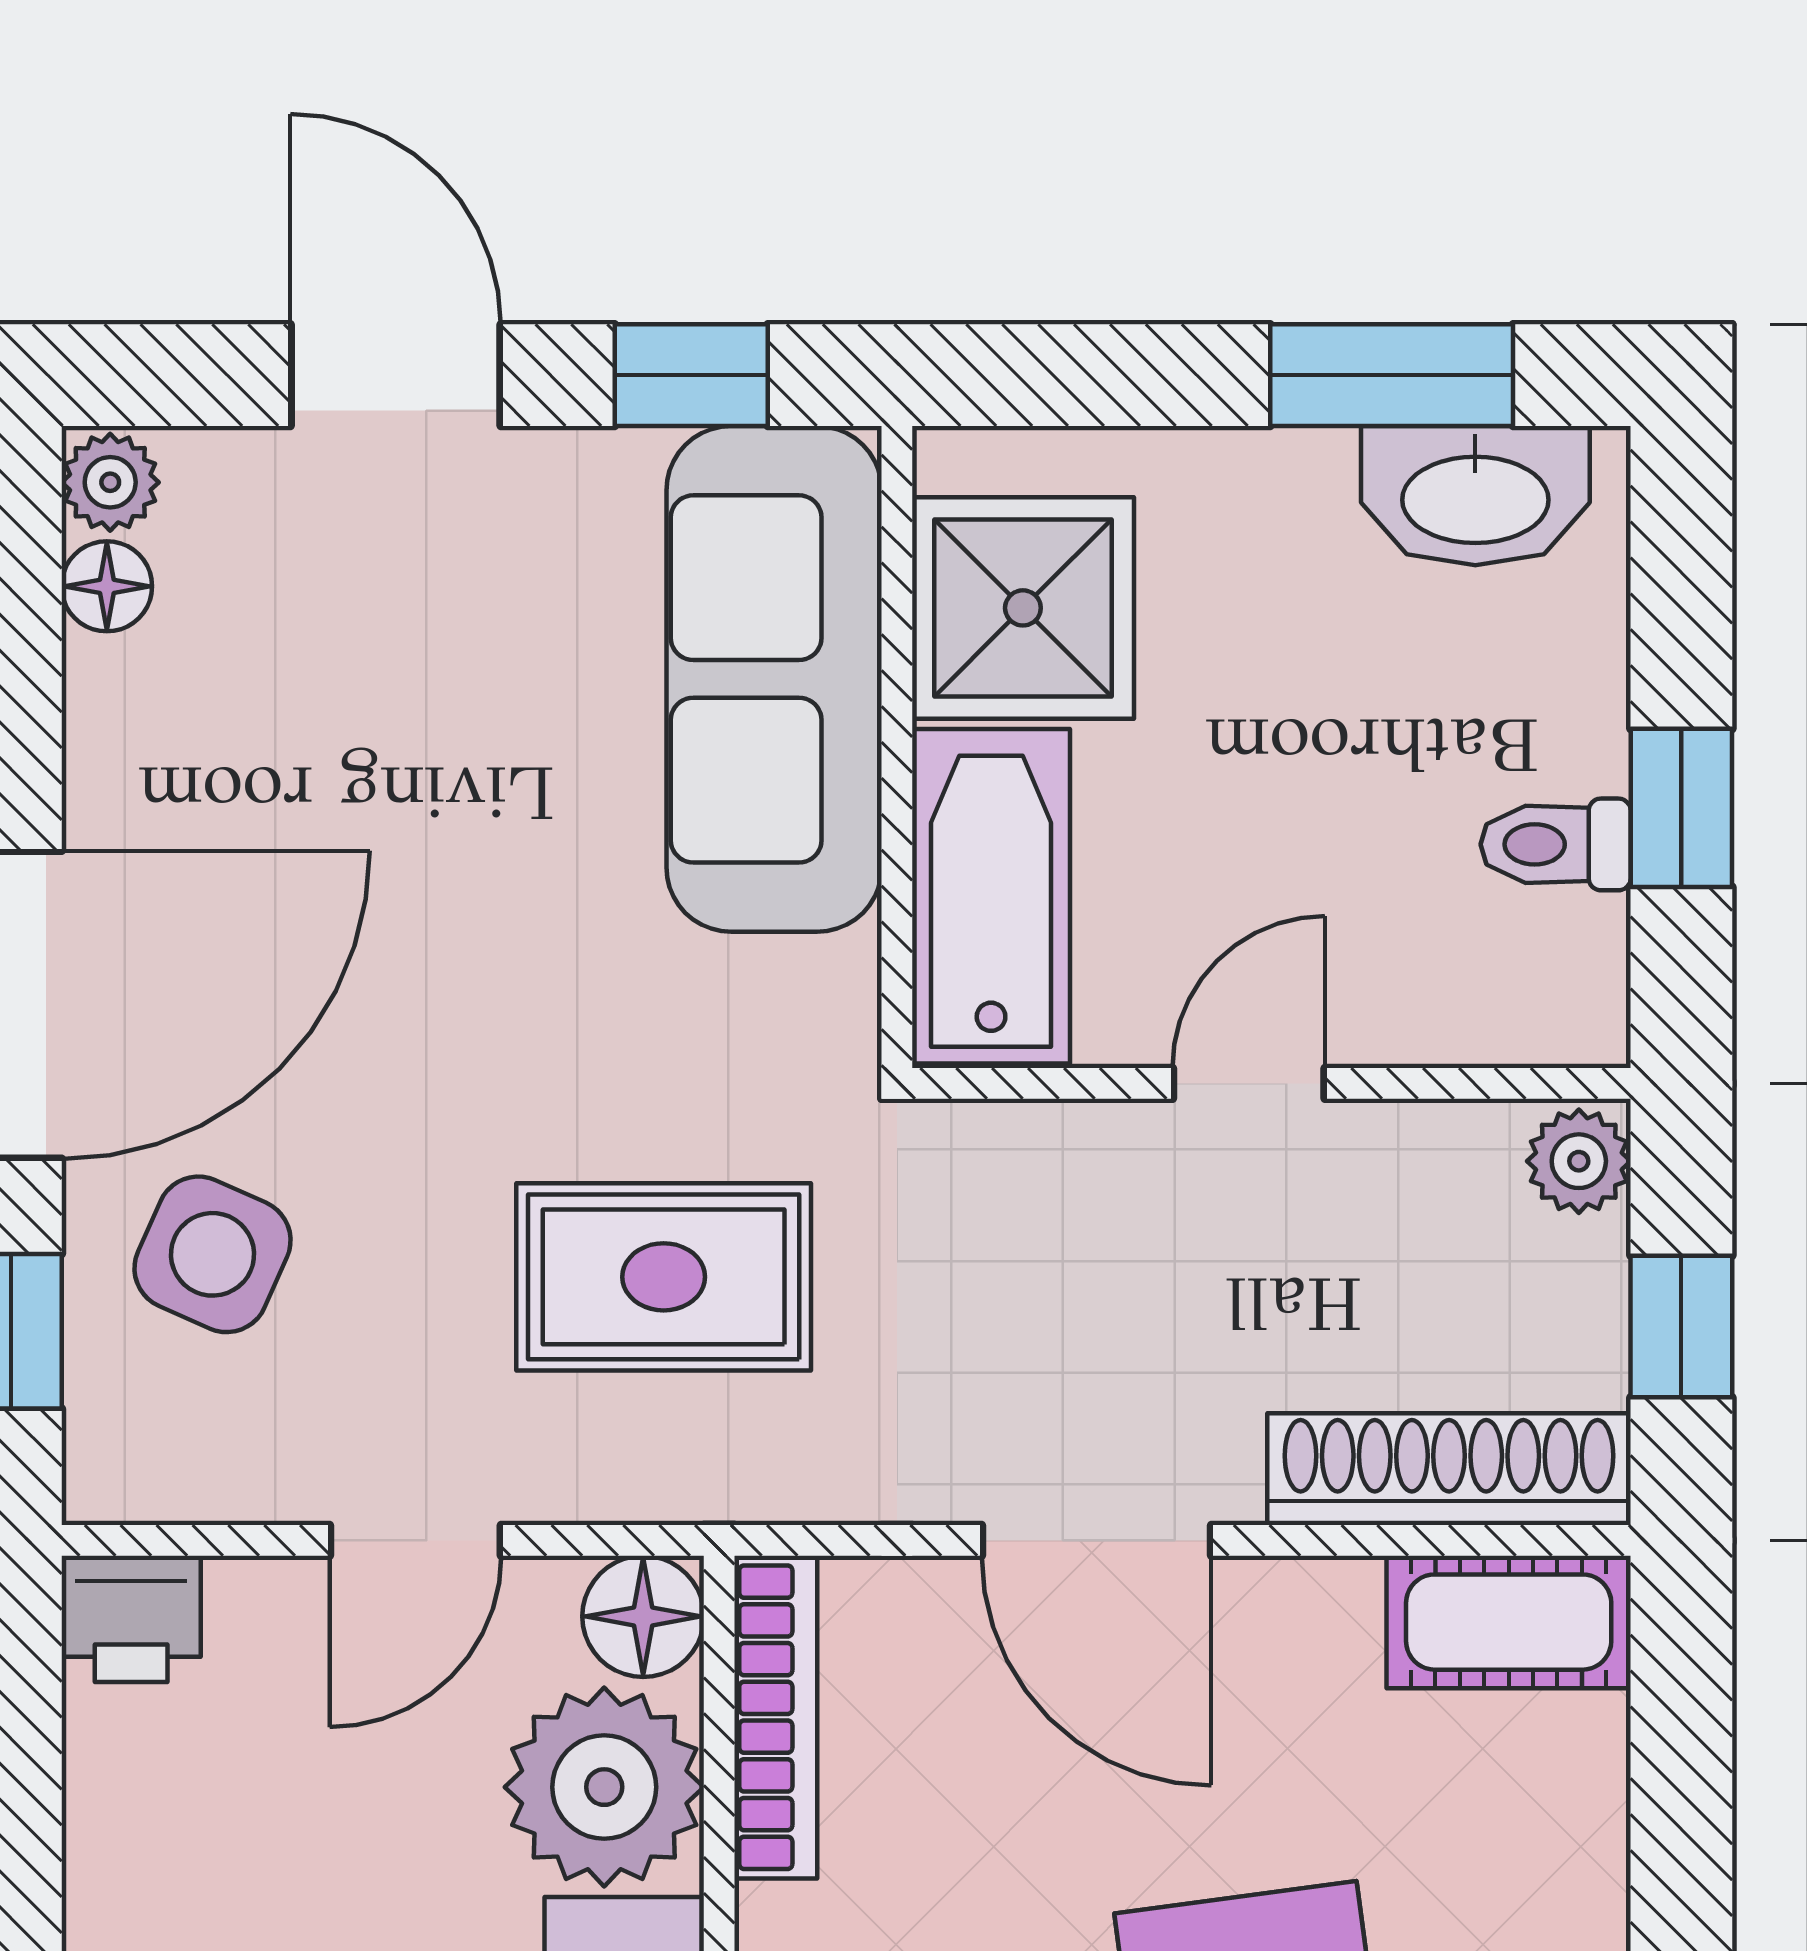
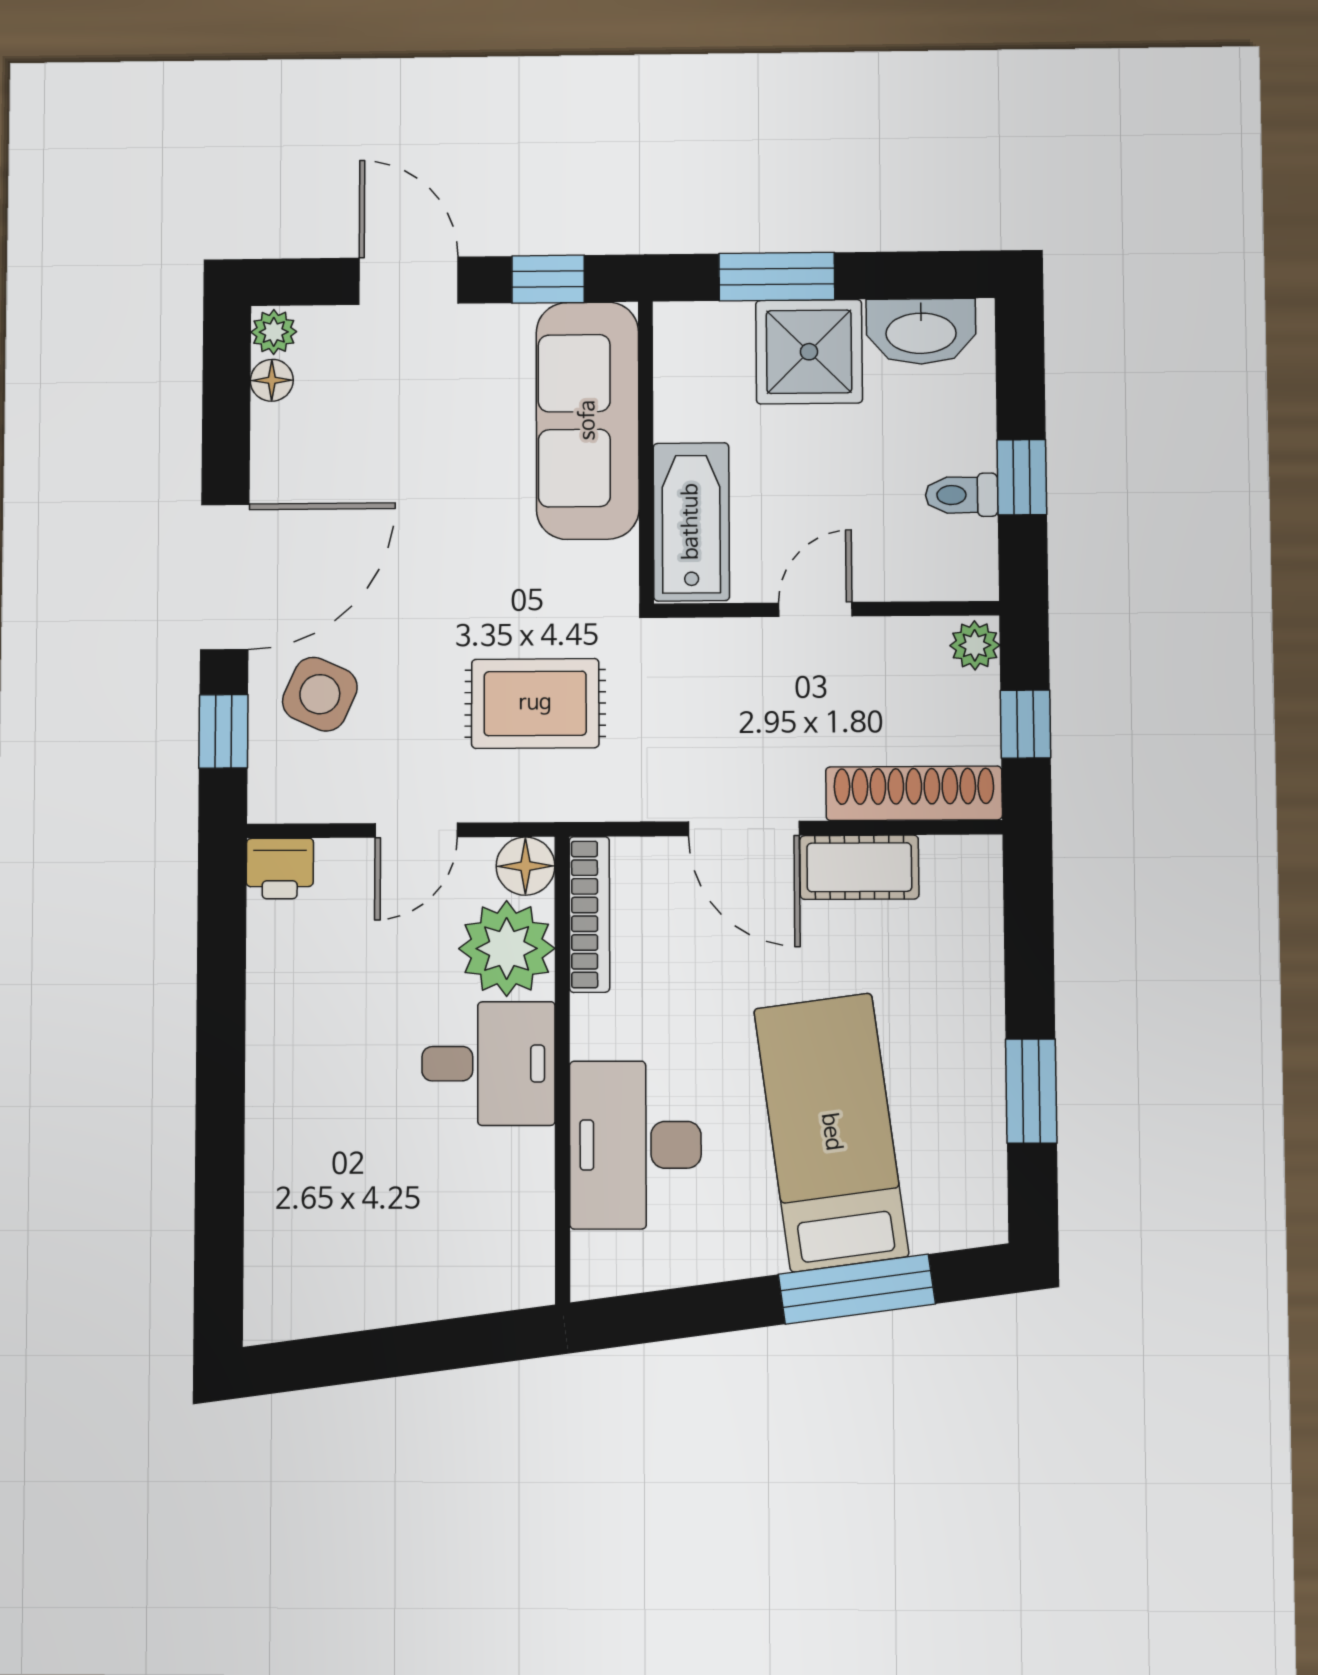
window: (1392, 375) -> (777, 277), moved
shower: (1023, 608) -> (809, 352), moved
cot: (1509, 1622) -> (859, 867), moved

